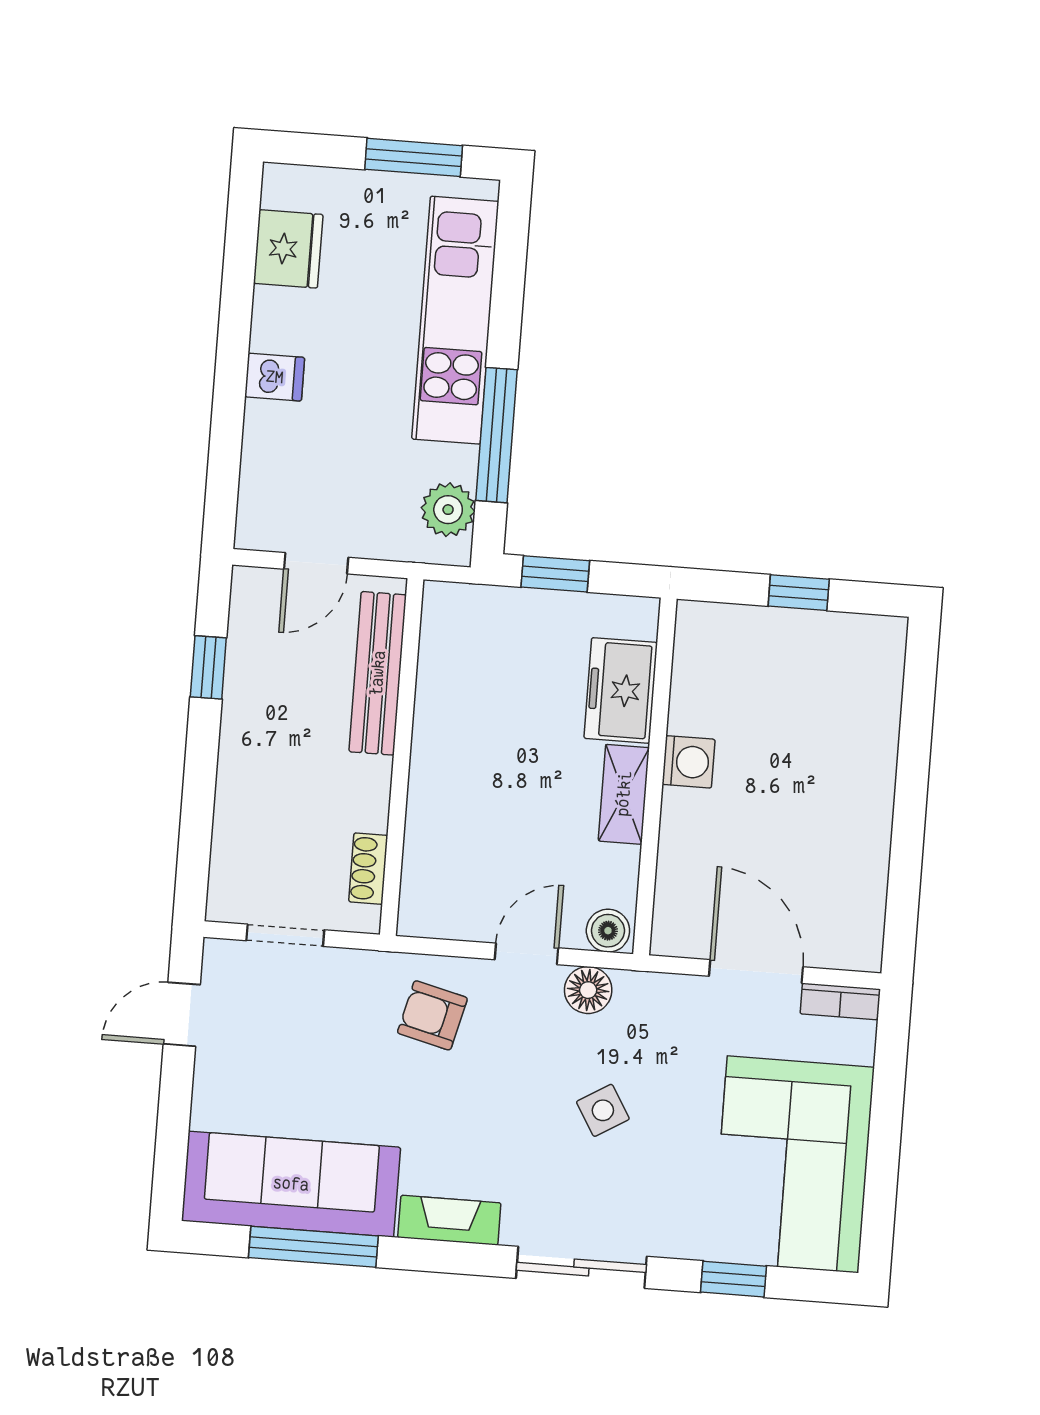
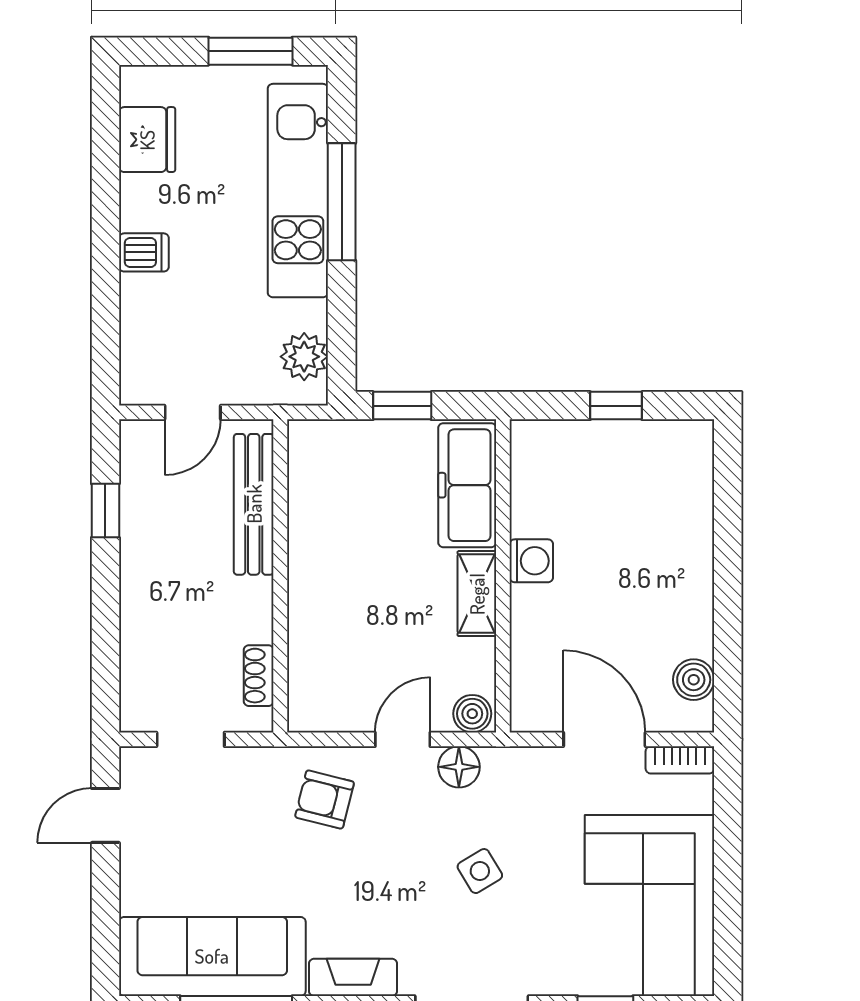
window: (497, 435) -> (342, 202), moved
freezer: (621, 690) -> (467, 485), width x1.40
boiler: (863, 911) -> (694, 680), added

